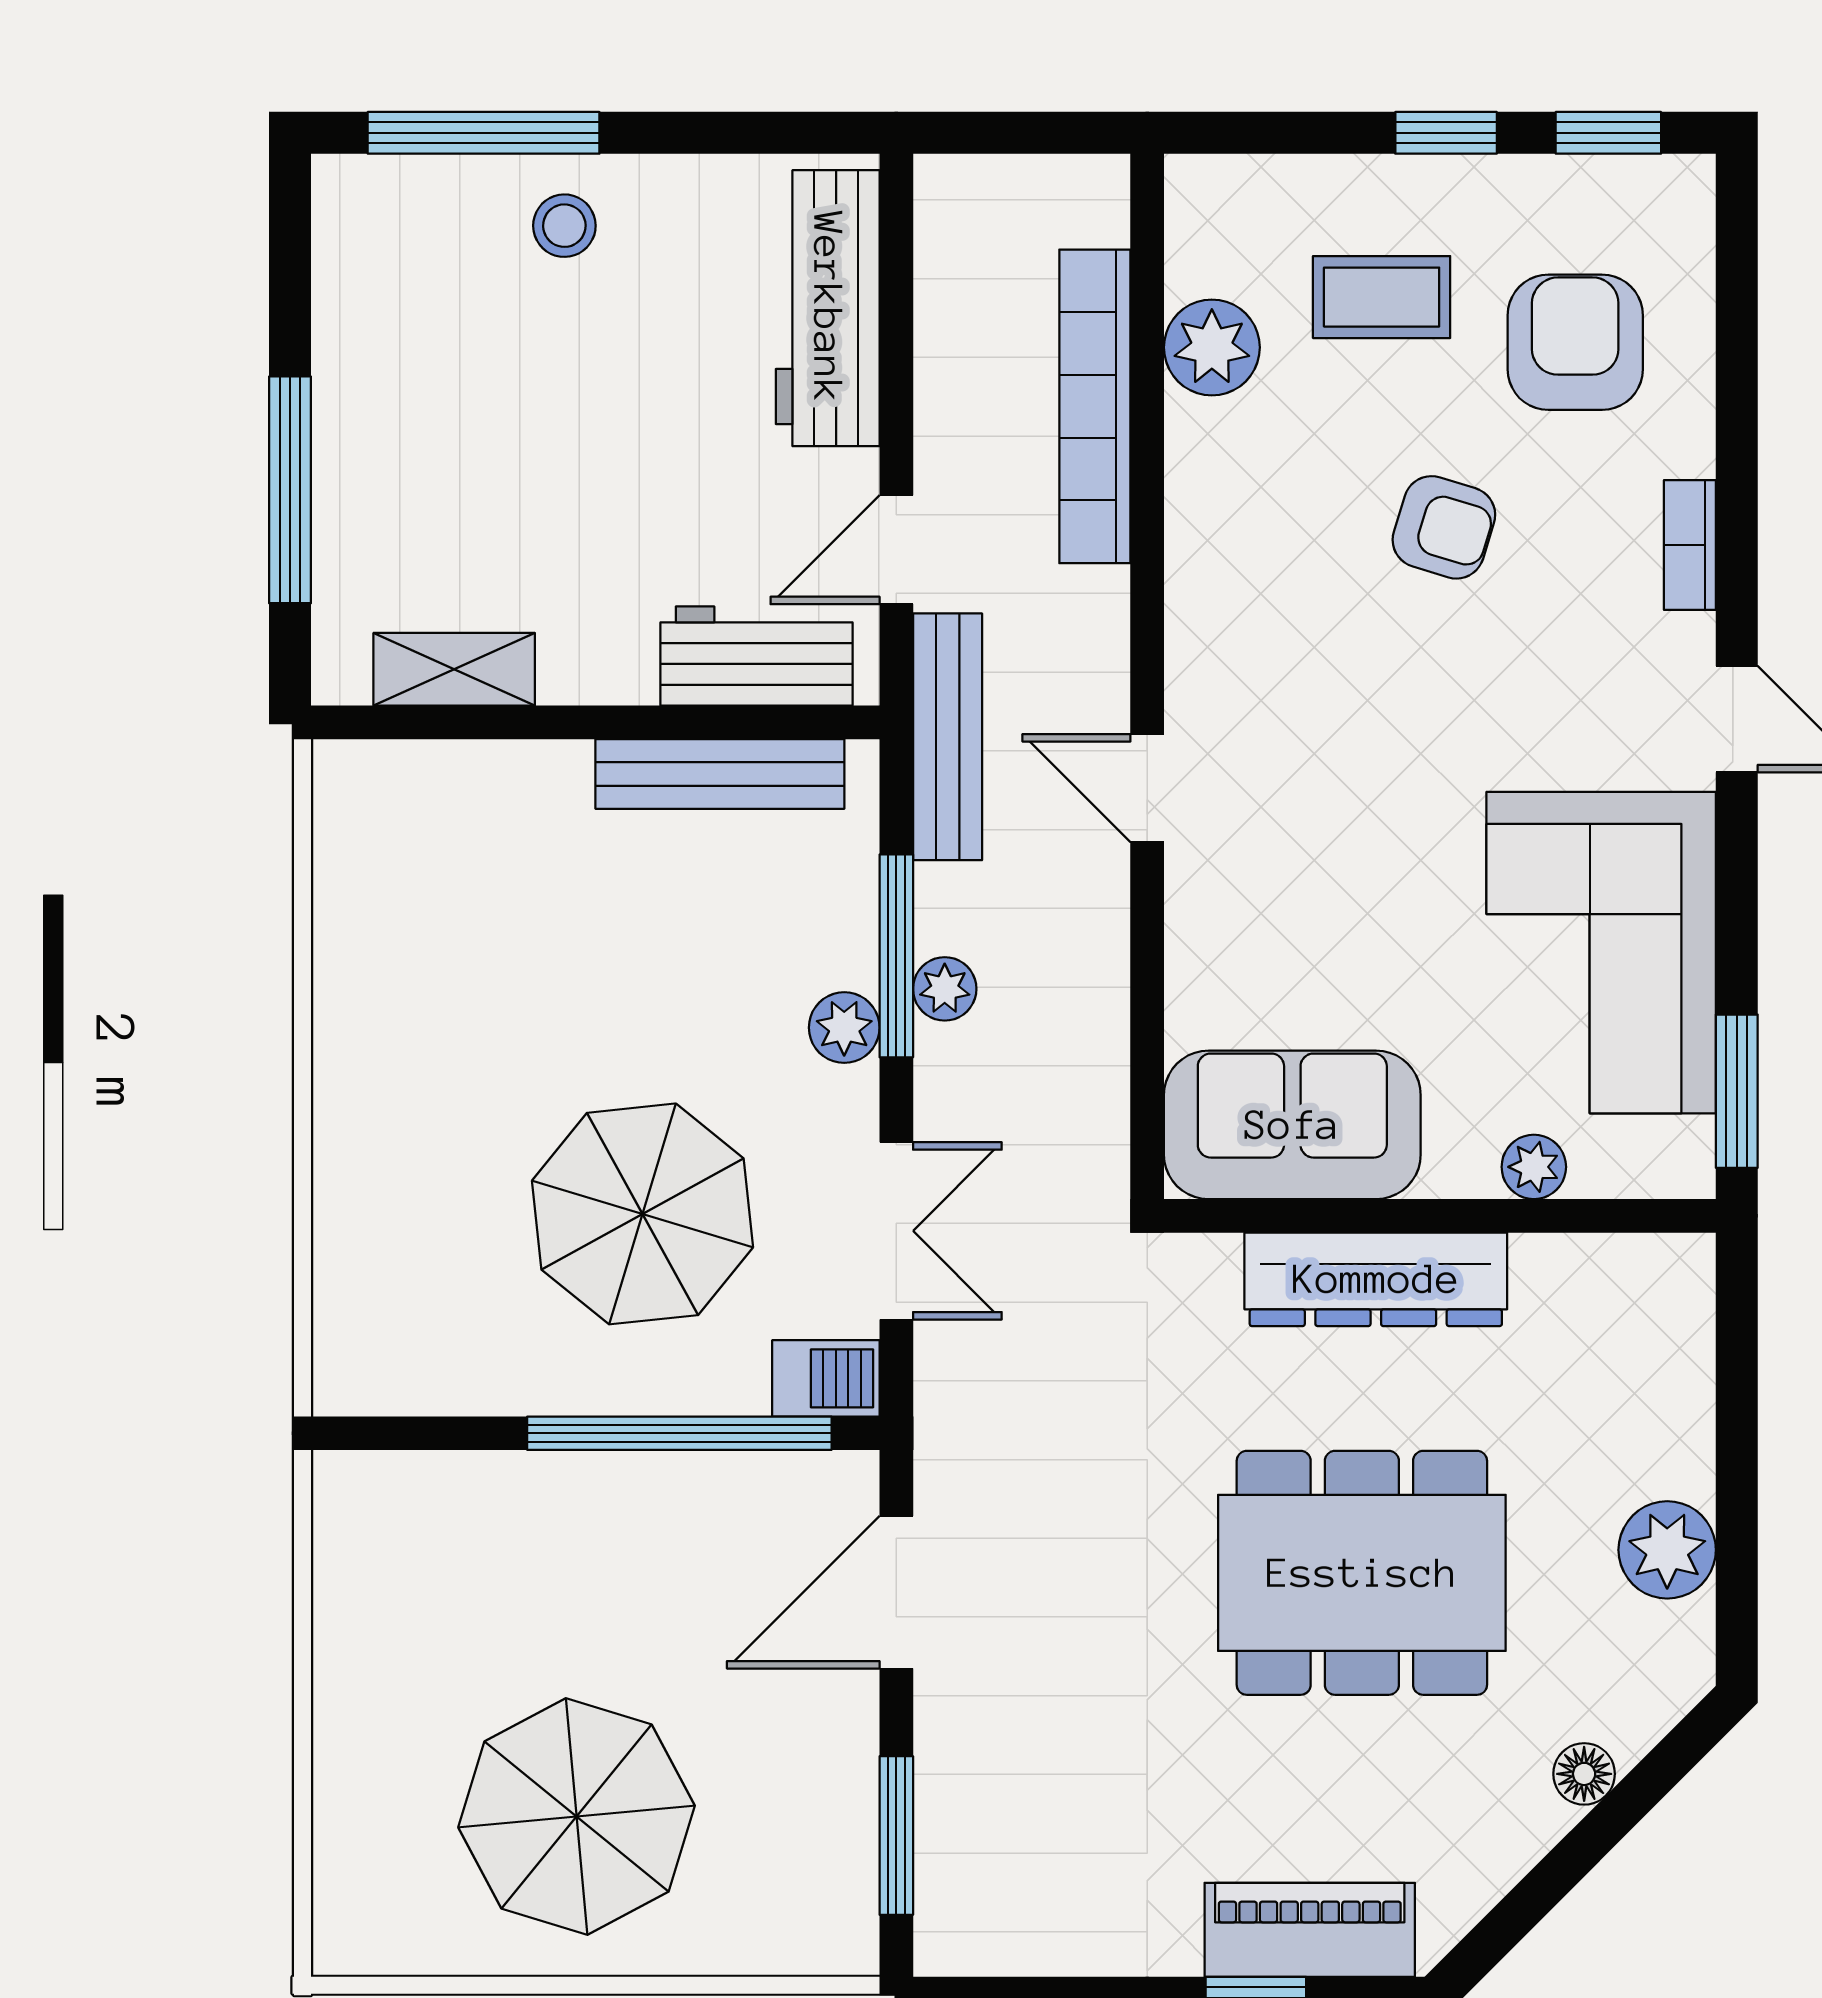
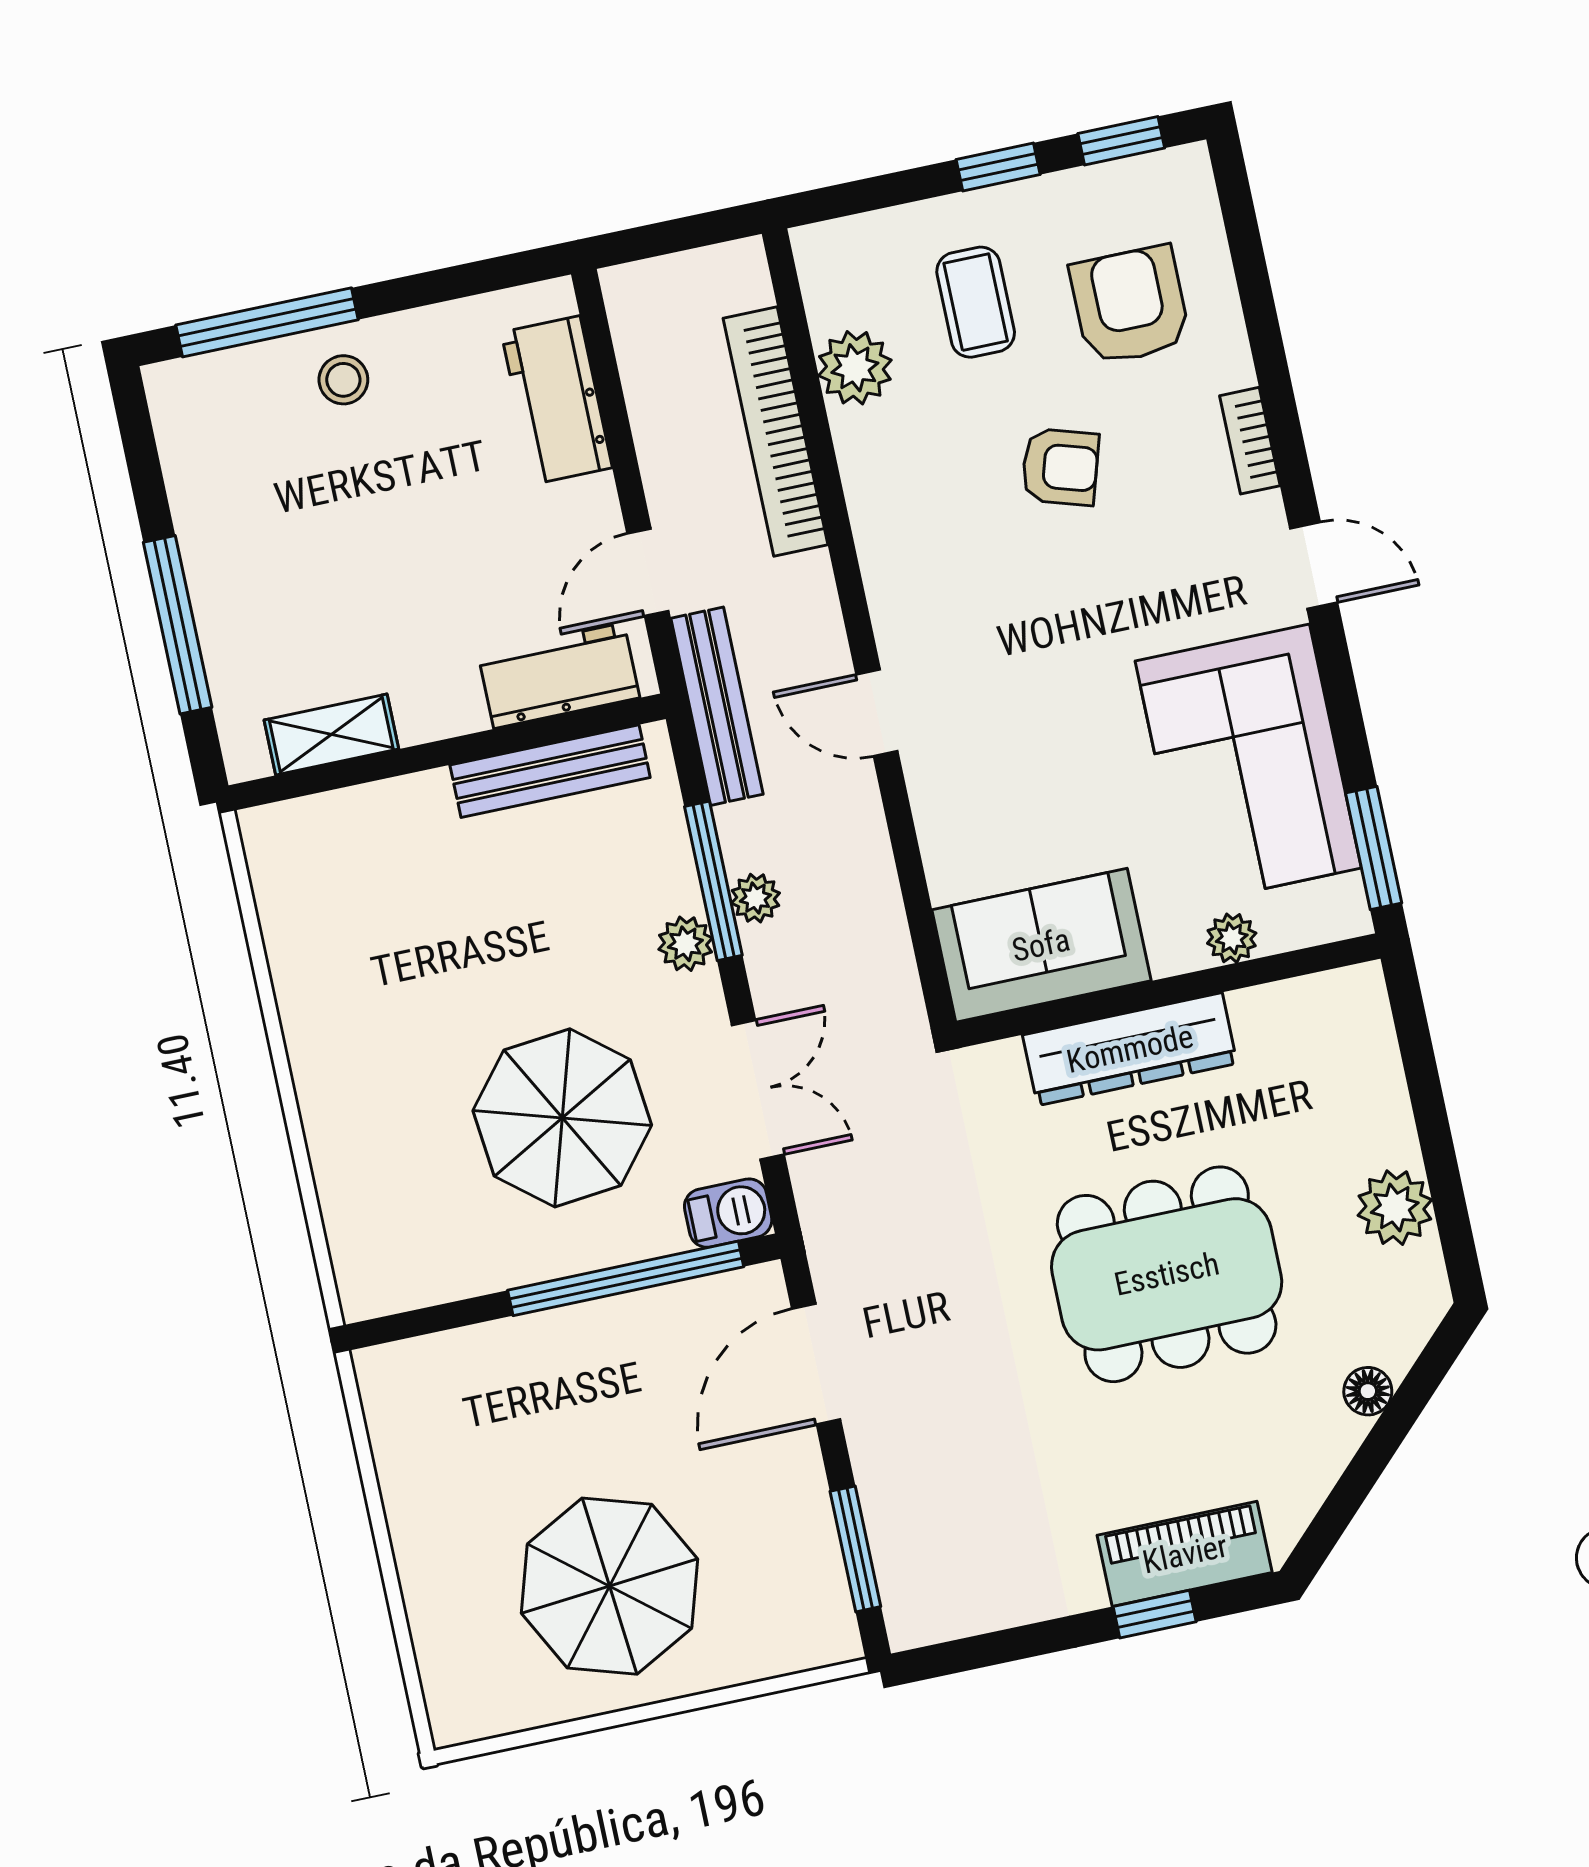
coffee table: (1382, 297) -> (976, 302), turned 90
workbench: (828, 308) -> (557, 400), width x0.73

